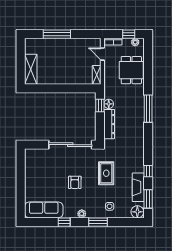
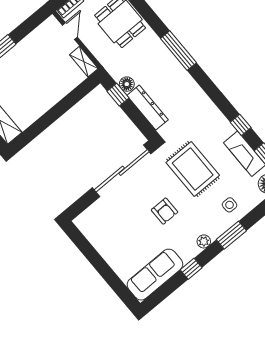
door: (102, 54) -> (70, 31), swing flipped
rug: (106, 173) -> (193, 169), width x1.36, depth x1.43

